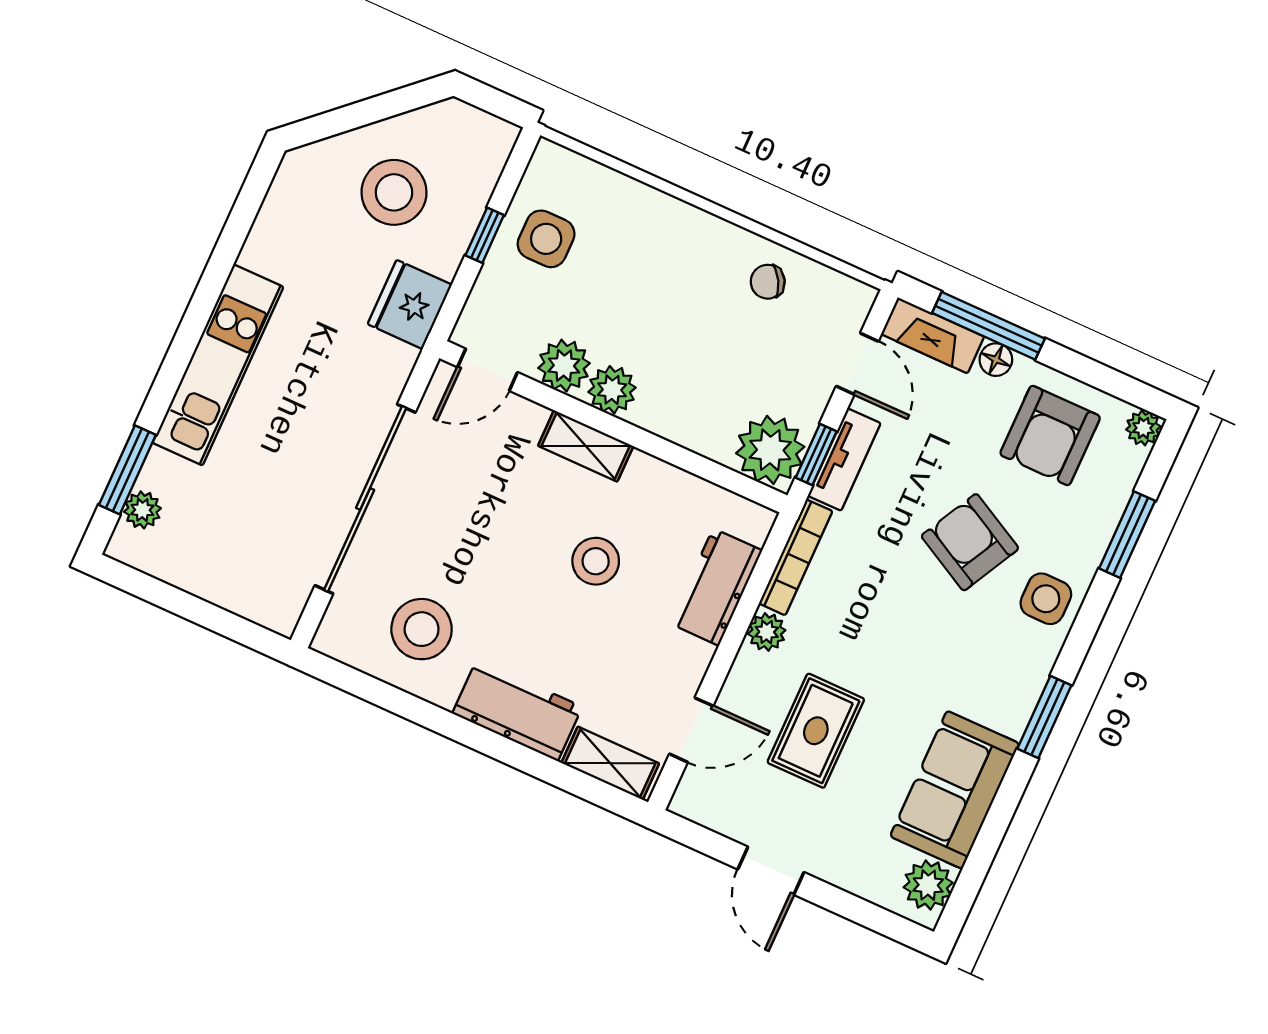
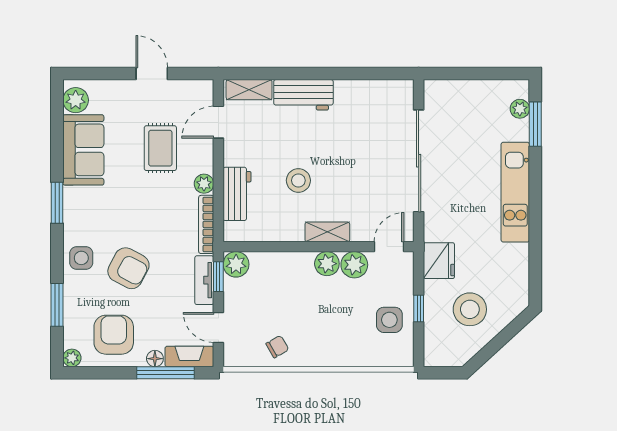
plant: (770, 450) -> (236, 264), width x0.73, depth x0.73
stool: (422, 629) -> (365, 112), removed

